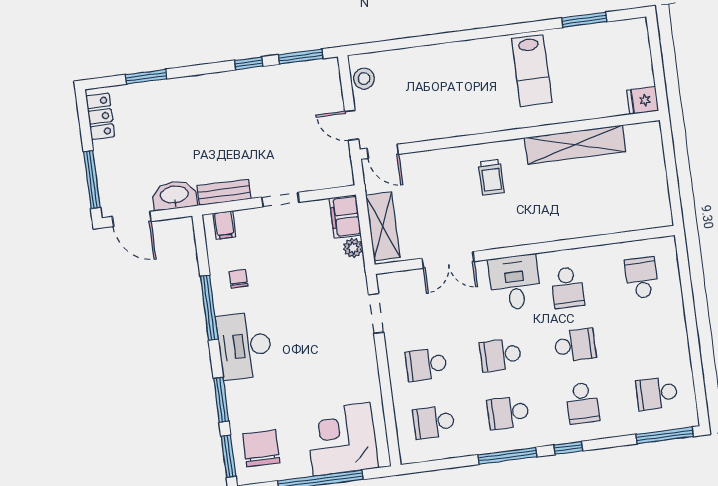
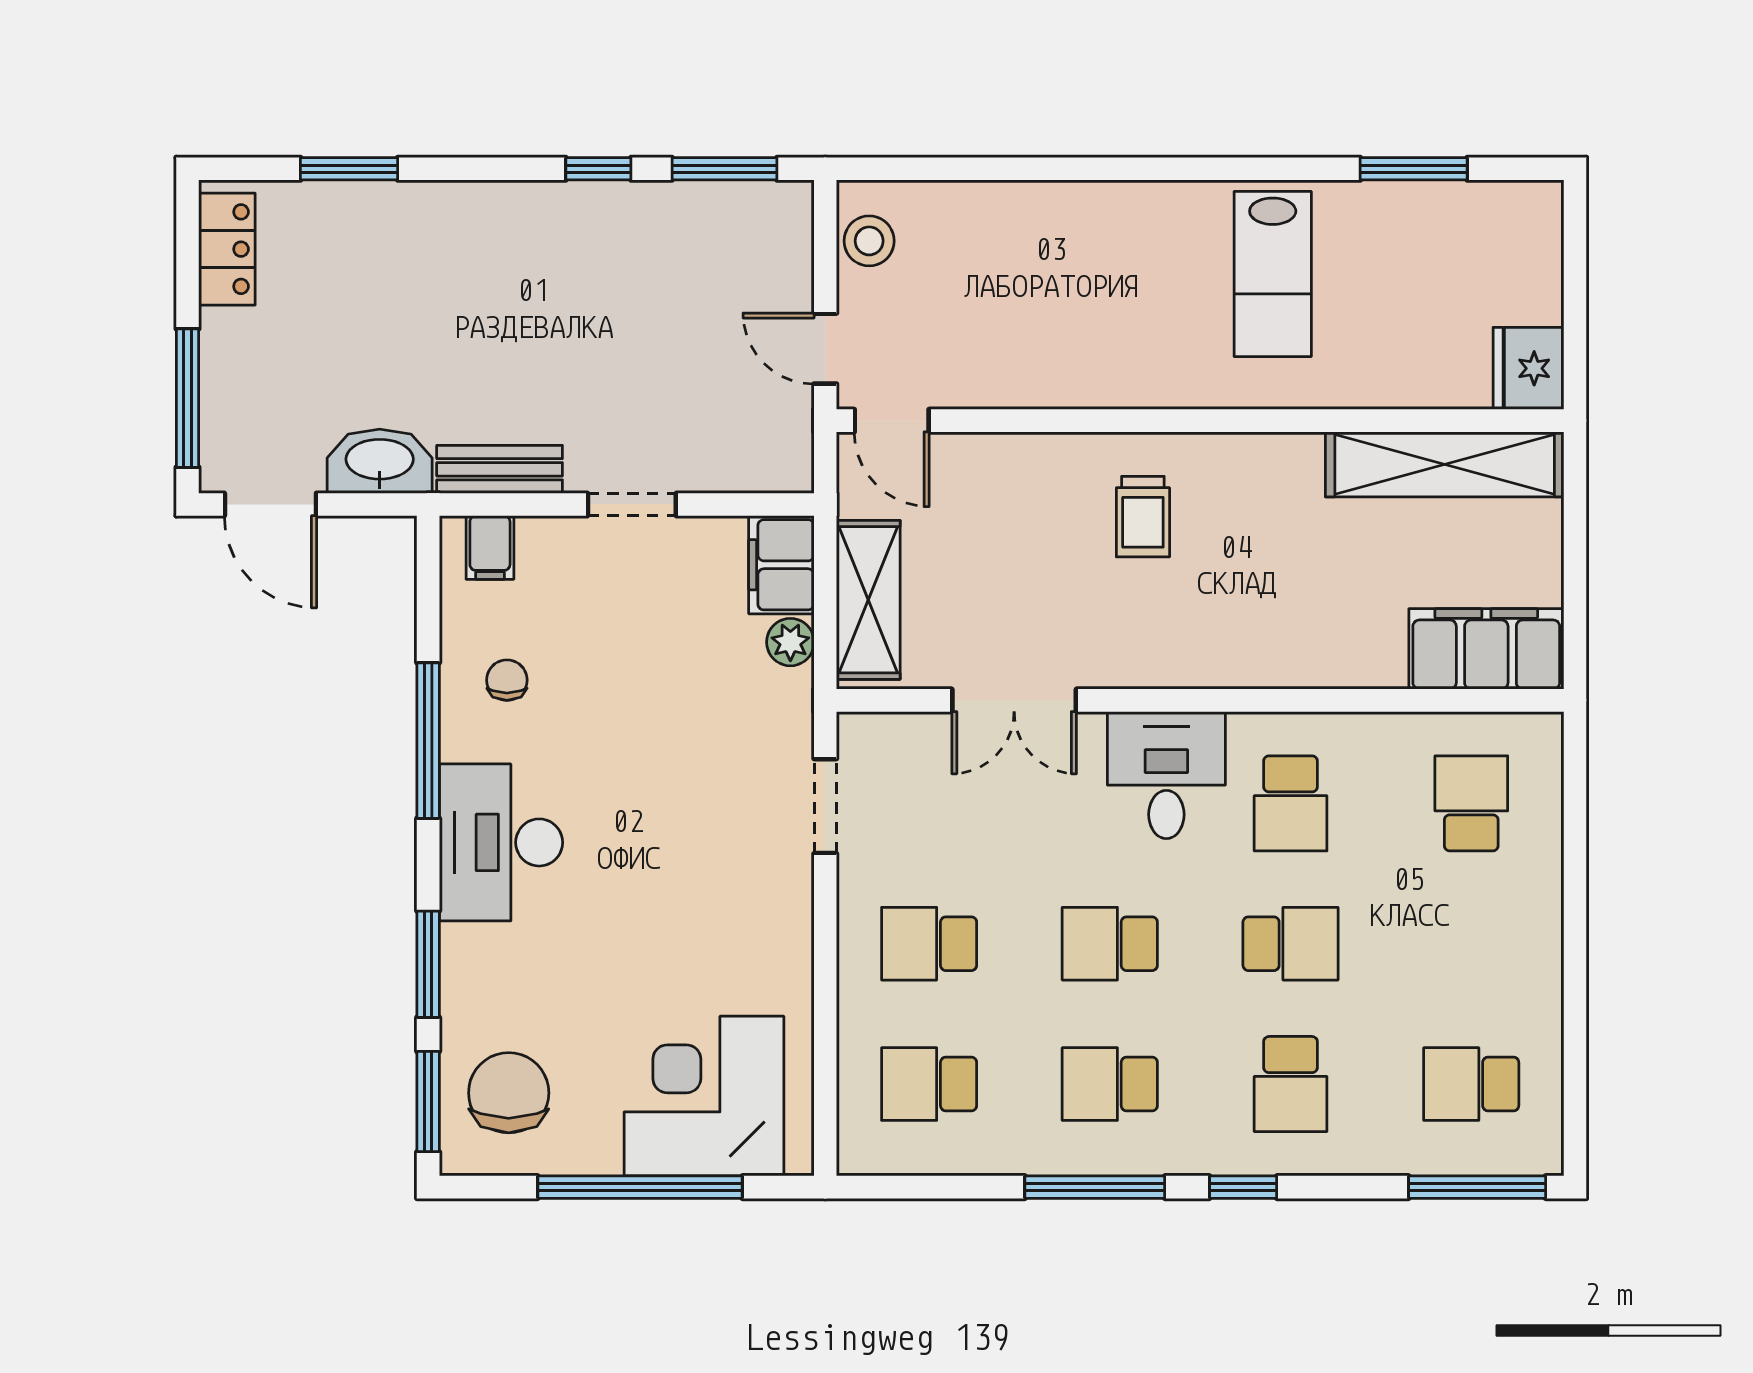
fridge: (643, 100) -> (1528, 368), width x1.38
shelving: (575, 145) -> (1445, 464), moved
filing cabinet: (640, 213) -> (1486, 649), added

